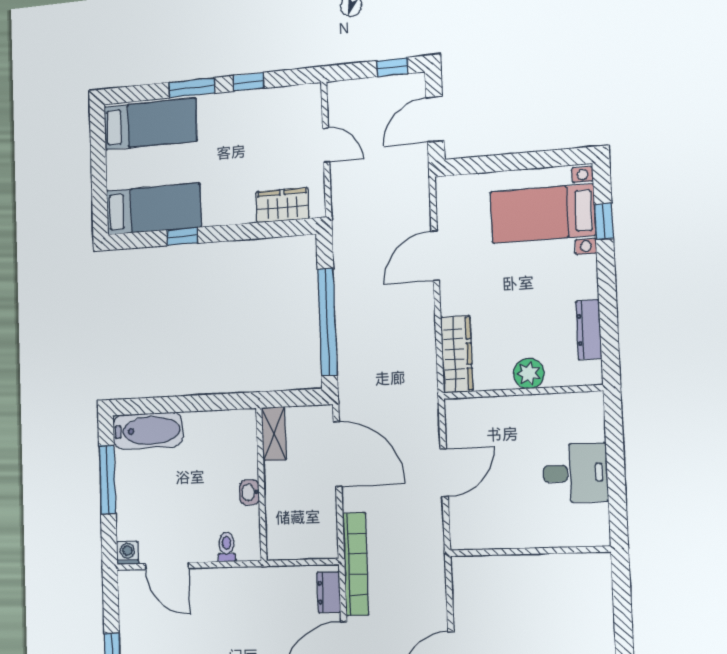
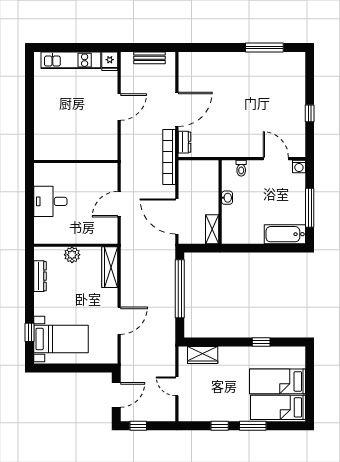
bed: (154, 209) -> (278, 381), moved

